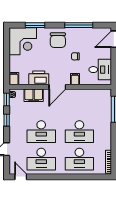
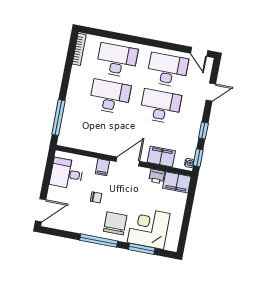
window: (79, 25) -> (99, 241), moved
corner desk: (23, 41) -> (149, 228), moved
printer: (39, 78) -> (157, 176), width x0.53, depth x0.68
filing cabinet: (14, 79) -> (177, 182), width x2.00

